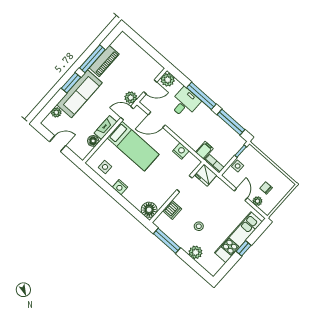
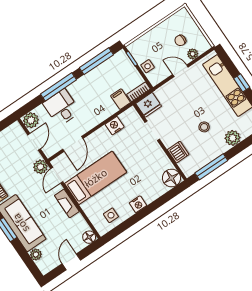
floor lamp: (93, 141) -> (89, 237), moved

